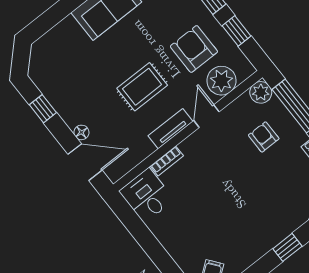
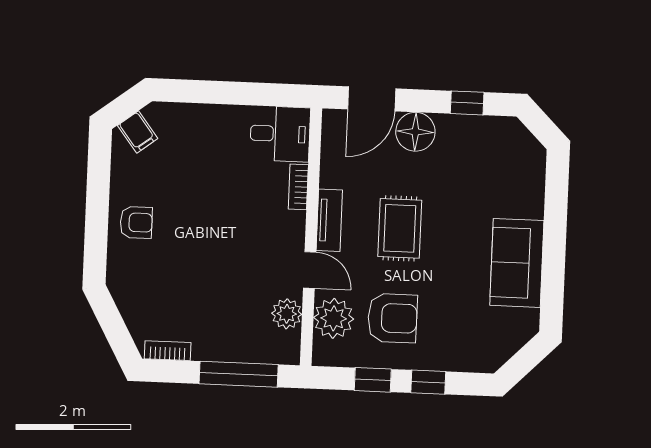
plant: (261, 92) -> (287, 314), moved
floor lamp: (81, 132) -> (415, 132), width x1.89, depth x1.89
armchair: (264, 137) -> (136, 222), moved
window: (287, 247) -> (96, 236), removed

